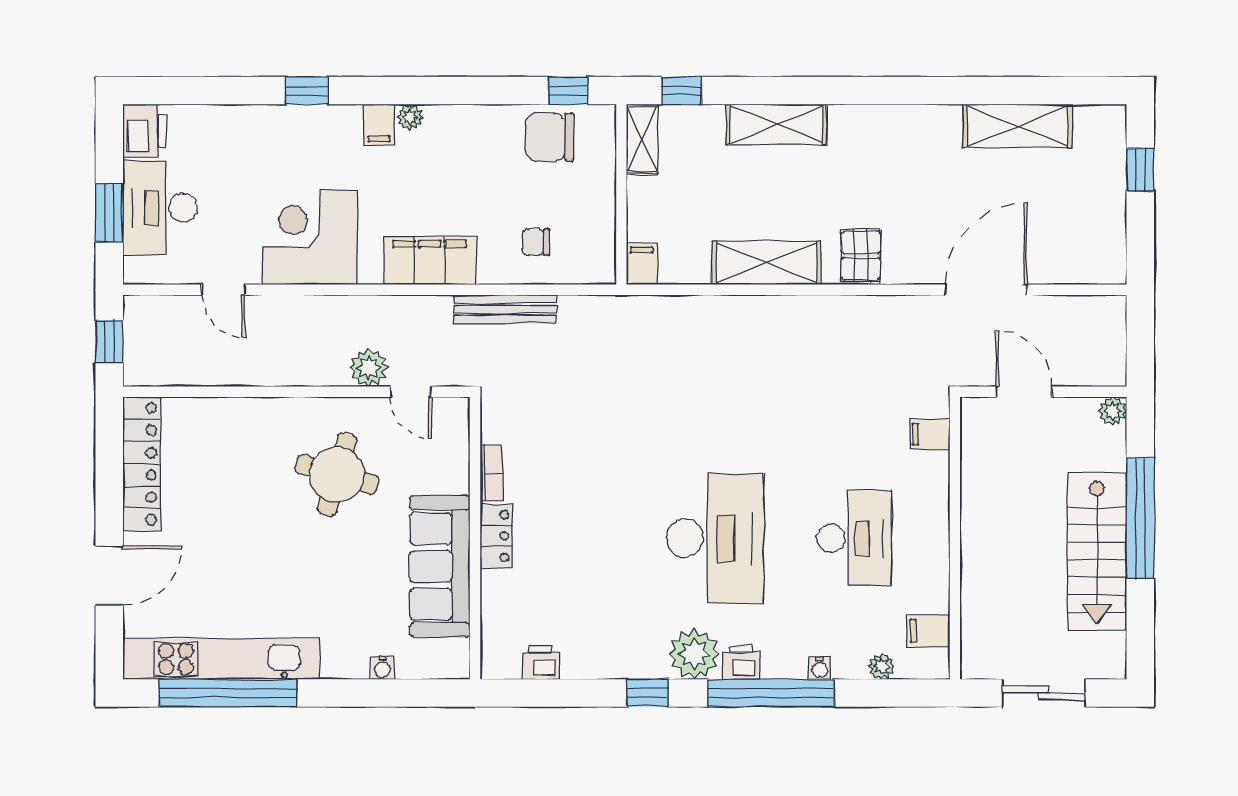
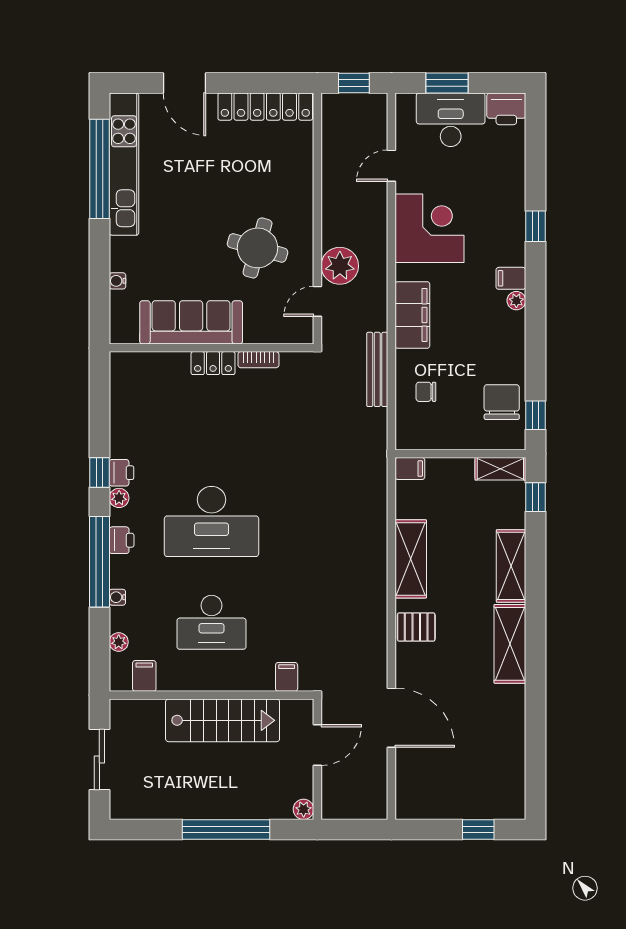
shelving: (1018, 126) -> (510, 644), moved
chair: (536, 242) -> (426, 392), turned -90
plant: (369, 368) -> (340, 266), width x1.36, depth x1.36
stairs: (1097, 551) -> (223, 720), moved, turned 180
plant: (694, 654) -> (119, 498), width x0.53, depth x0.53
printer: (541, 662) -> (121, 473), moved

